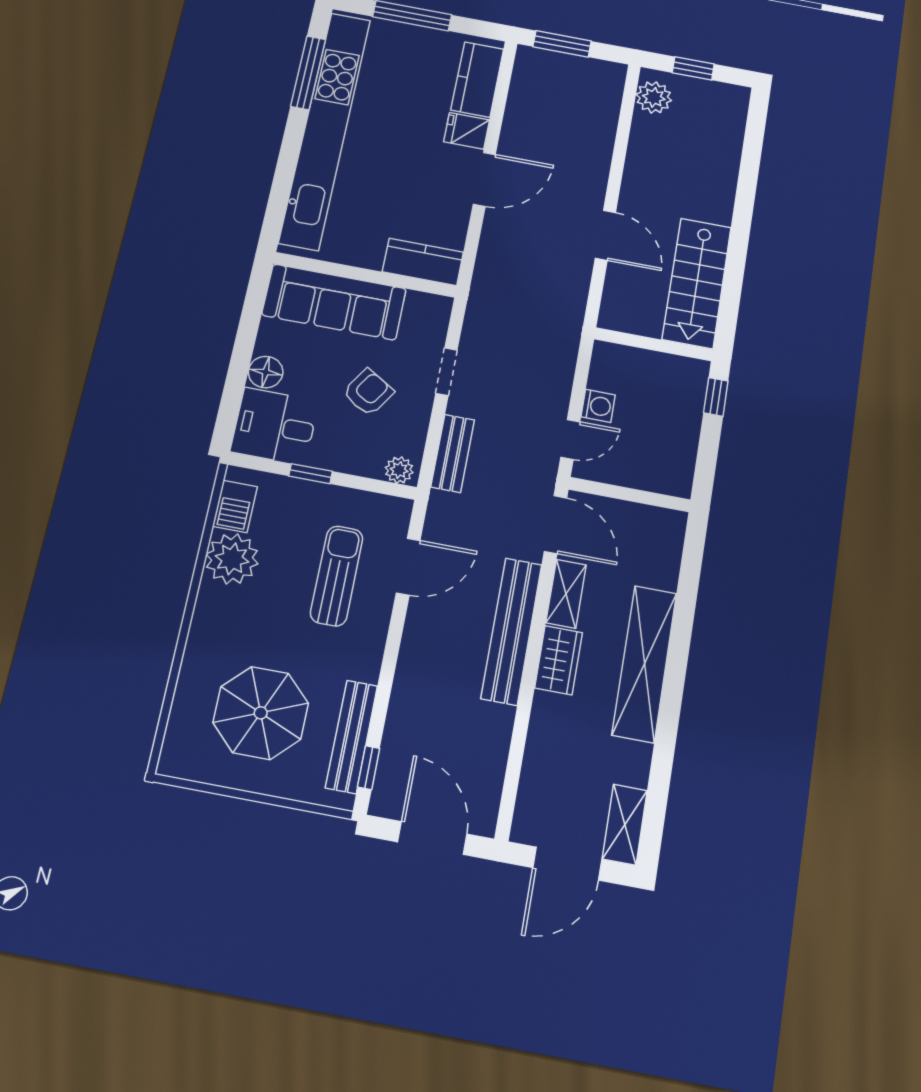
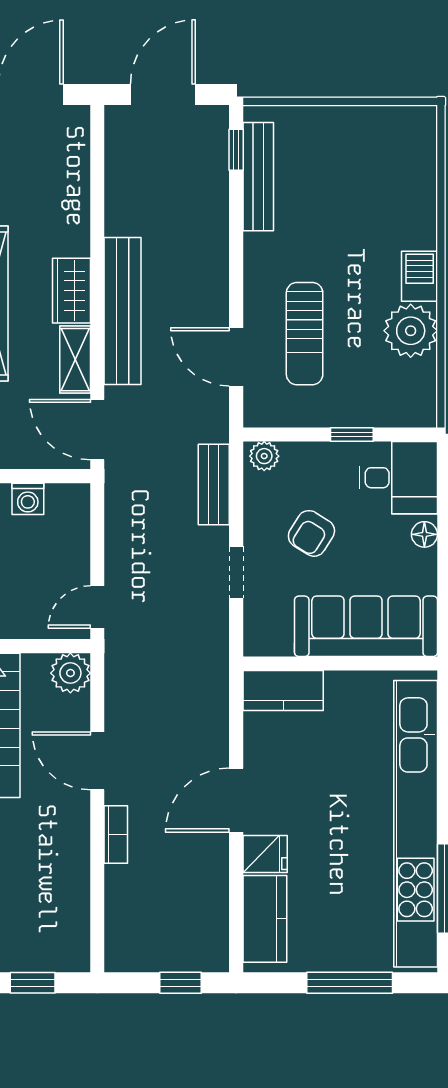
window: (562, 44) -> (180, 983), width x0.67
plant: (654, 97) -> (70, 673), moved
bookcase: (599, 172) -> (116, 834), added
floor lamp: (266, 372) -> (424, 534), width x0.73, depth x0.73
washing machine: (598, 406) -> (28, 499), moved, turned -90
door: (570, 439) -> (97, 607), moved
barbecue: (235, 506) -> (420, 276), moved
door: (408, 567) -> (236, 357), hinge flipped
parasol: (261, 713) -> (350, 183), removed
door: (432, 838) -> (163, 94), swing flipped

